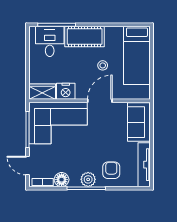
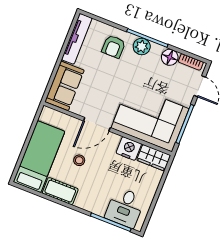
cot: (85, 37) -> (60, 191), moved, width x0.73, depth x0.75

